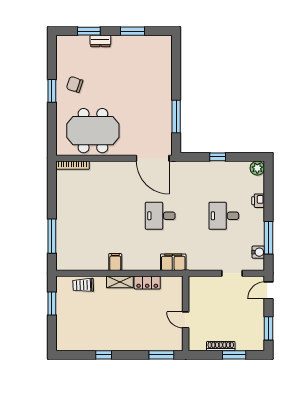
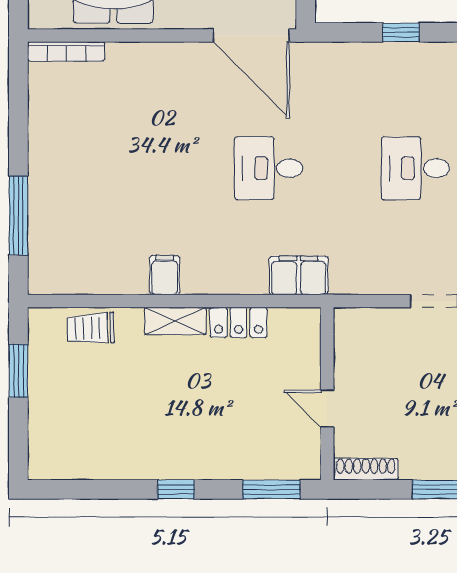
shoe rack: (221, 346) -> (366, 469), moved
window: (104, 355) -> (176, 489), moved

